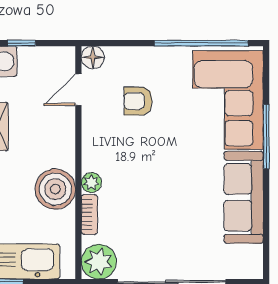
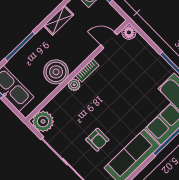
armchair: (138, 101) -> (97, 140), moved, turned 180
bookcase: (89, 214) -> (87, 70), moved

